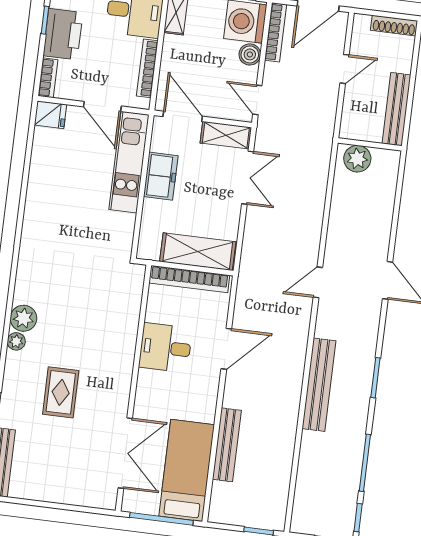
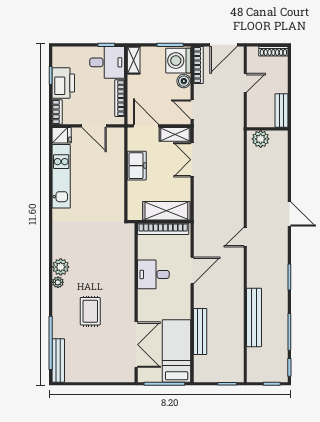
bench: (396, 109) -> (282, 110), width x0.73
kitchen unit: (129, 162) -> (61, 176), moved, turned 180
double door: (248, 178) -> (192, 160), swing flipped
door: (318, 282) -> (245, 237), moved
bench: (319, 385) -> (254, 317), moved

